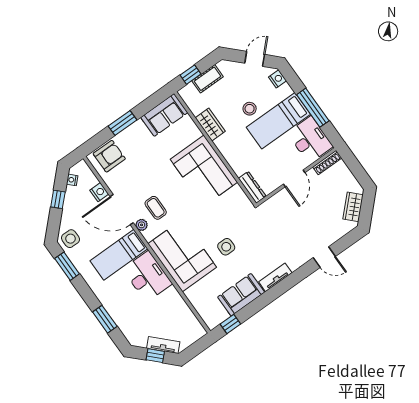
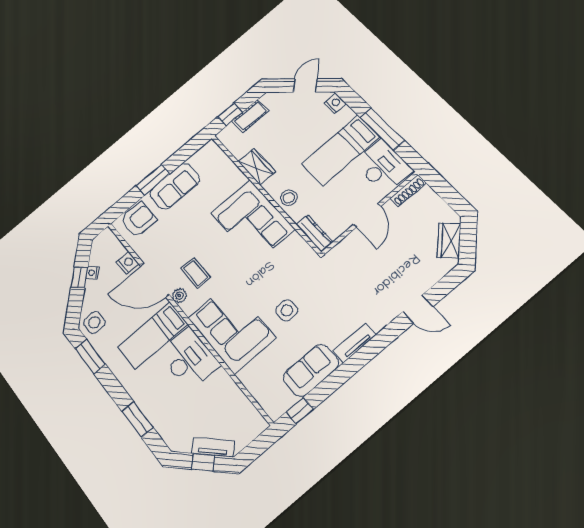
stool: (250, 109) -> (289, 198), moved
sofa: (164, 115) -> (175, 186), moved
nightstand: (72, 180) -> (92, 273), moved

